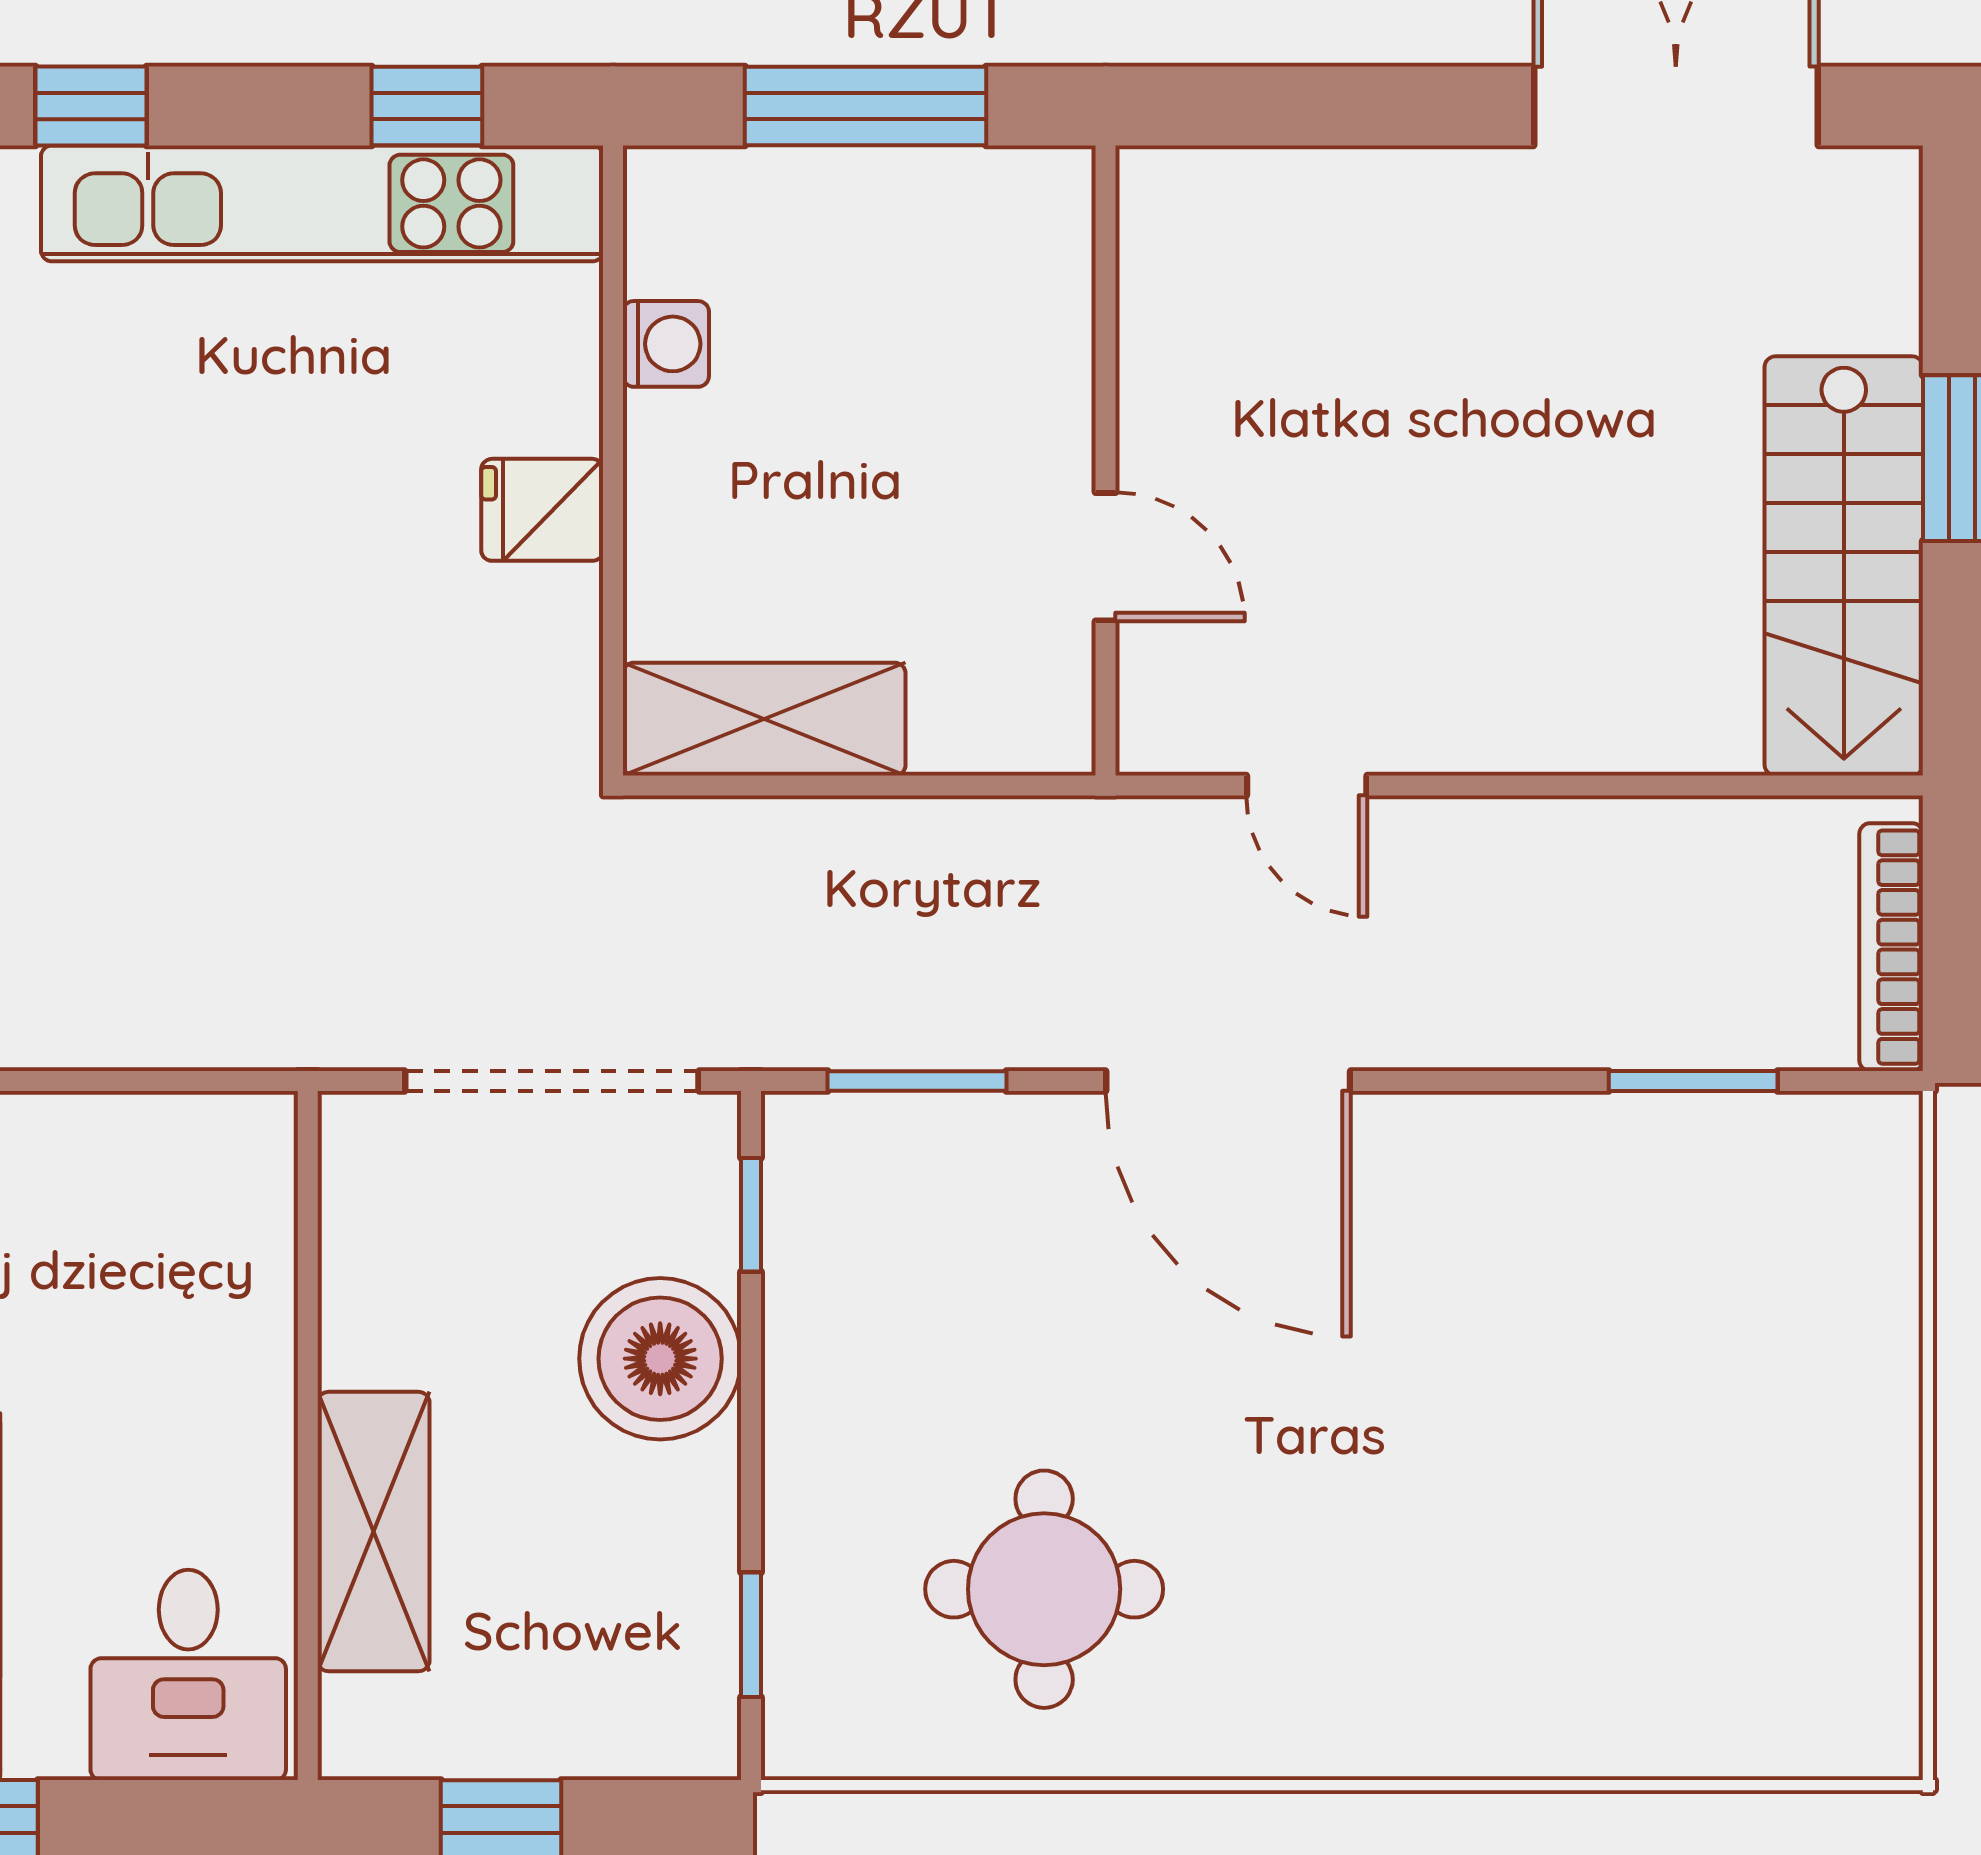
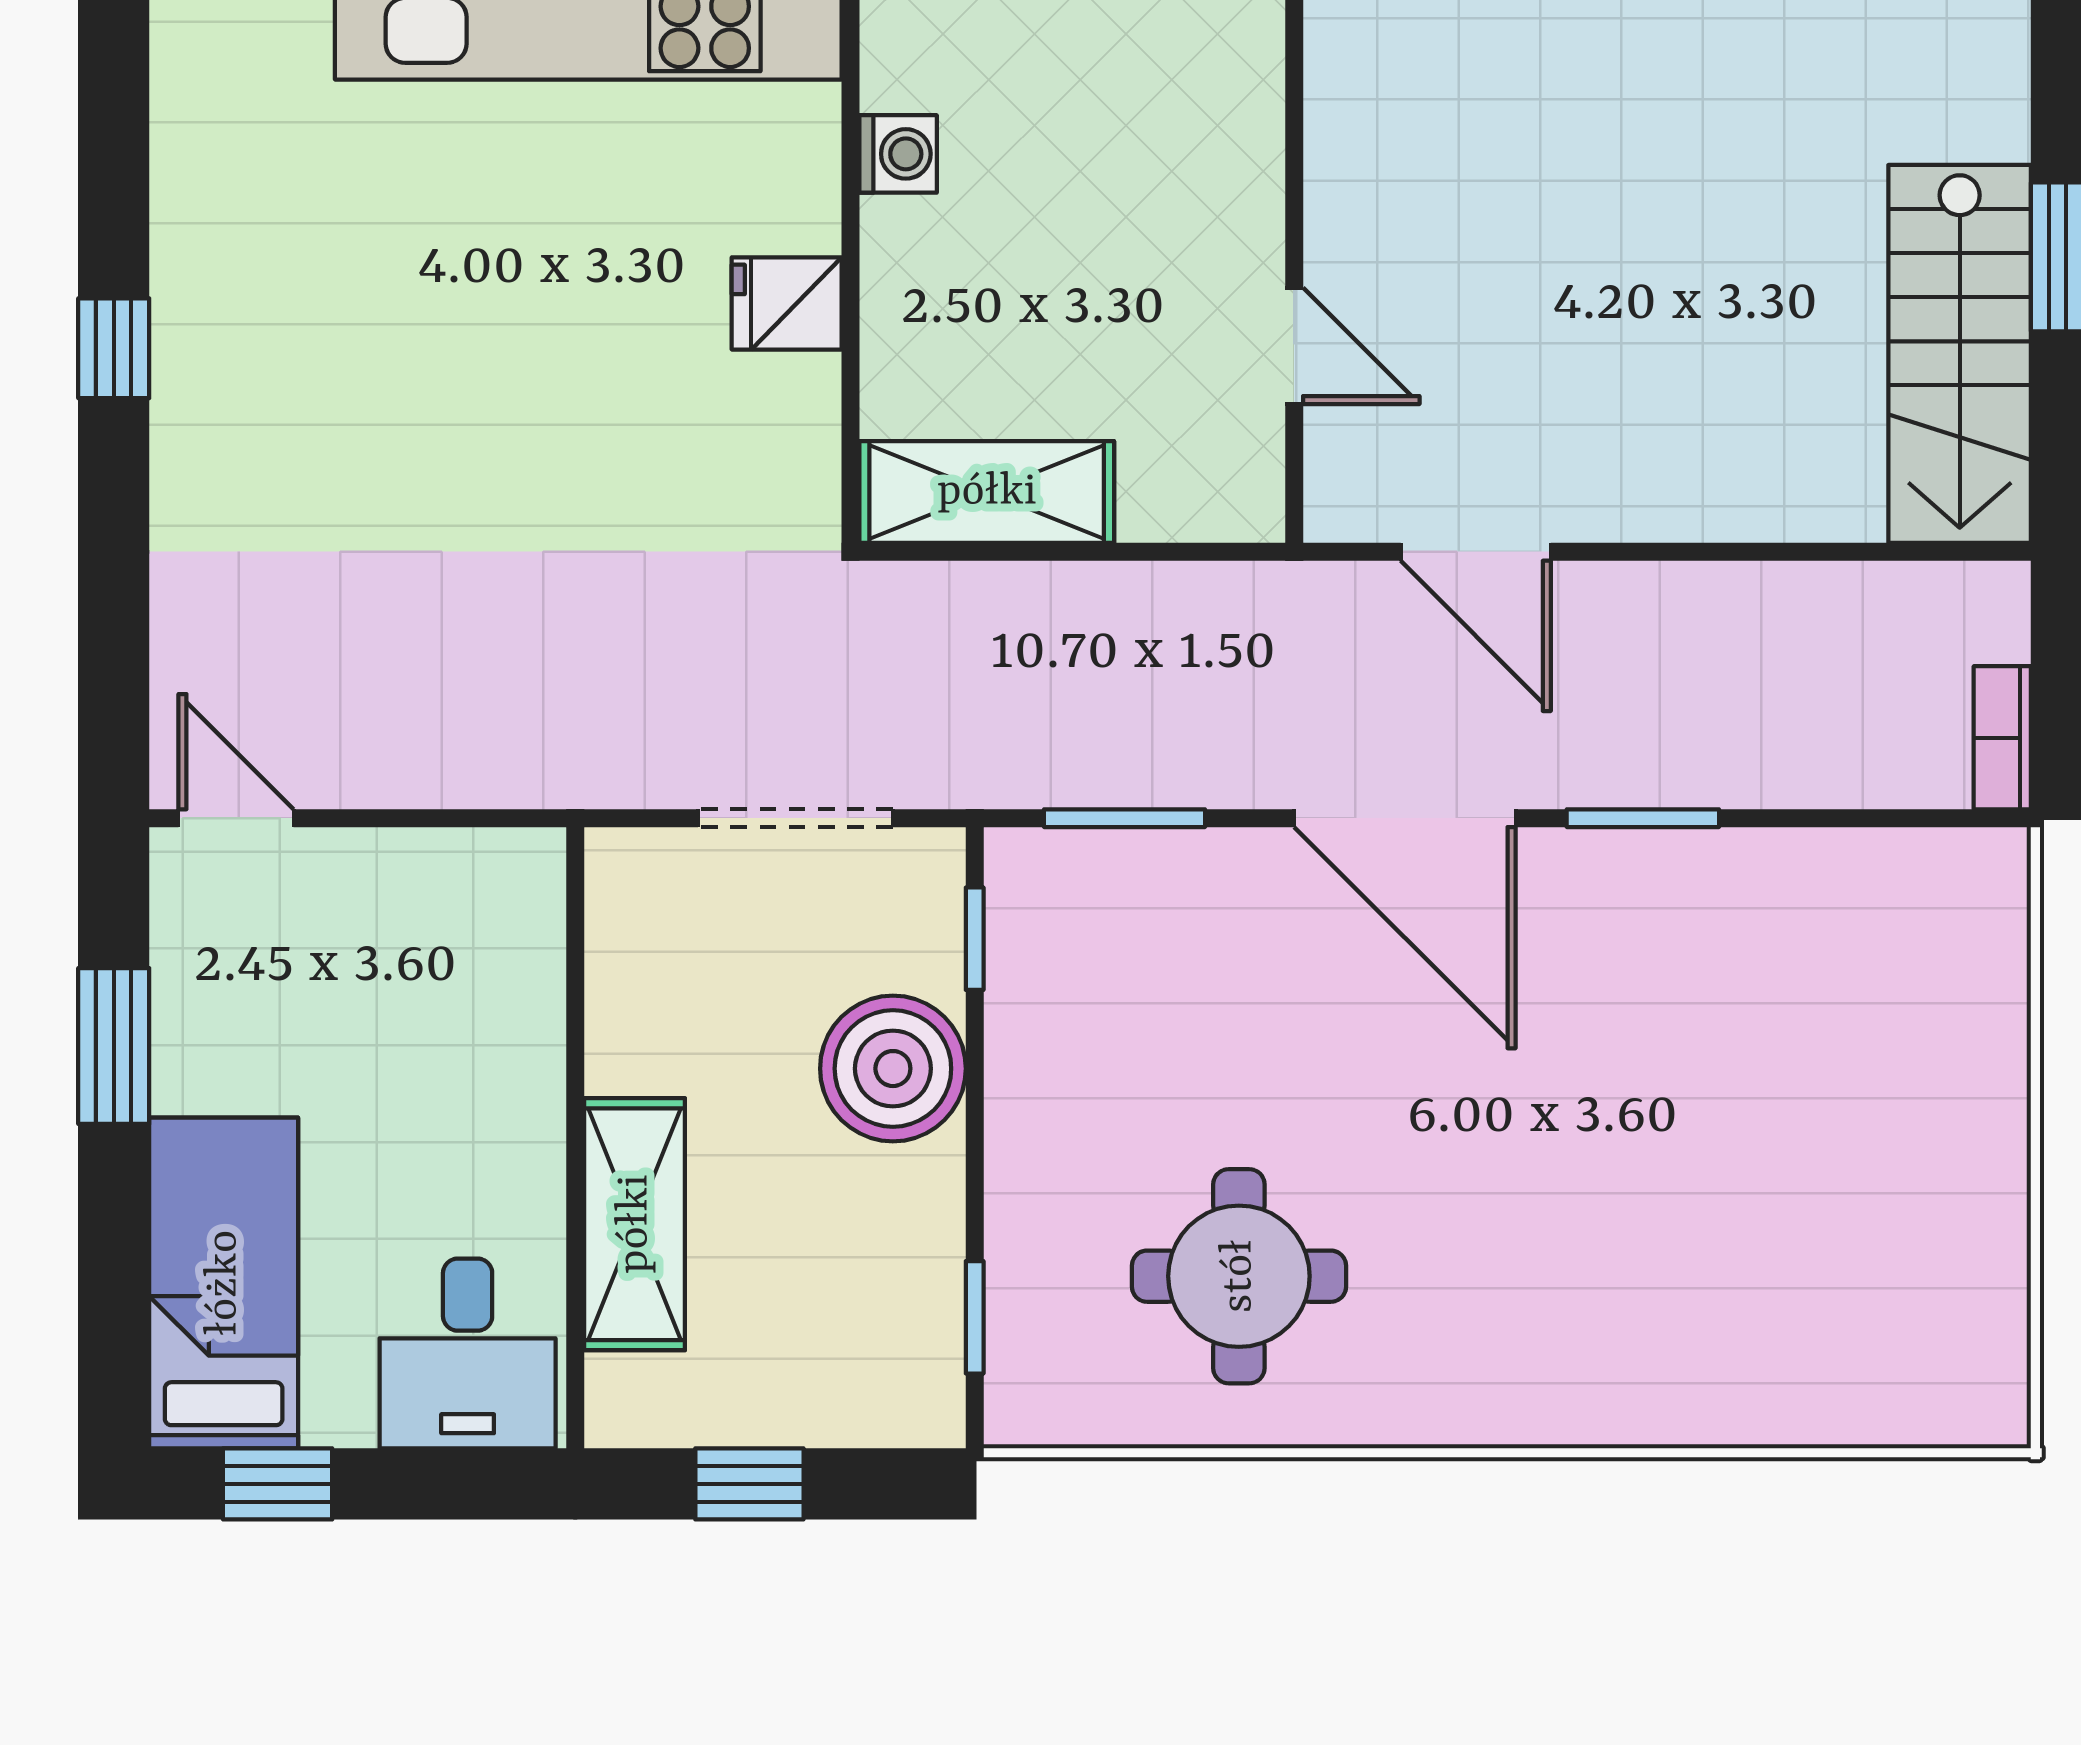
door: (1307, 785) -> (1476, 552), width x1.38
bookcase: (1891, 947) -> (2002, 738), width x0.64
doorway: (552, 1081) -> (795, 818), width x0.73
window: (1693, 1081) -> (1643, 818), moved

